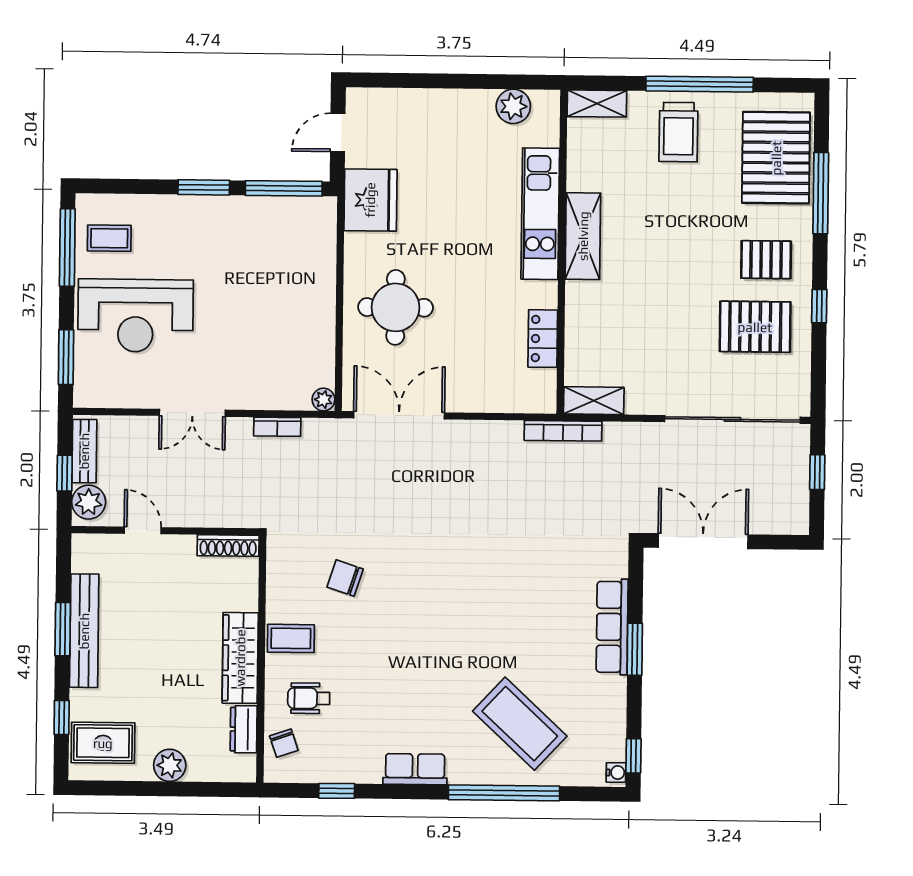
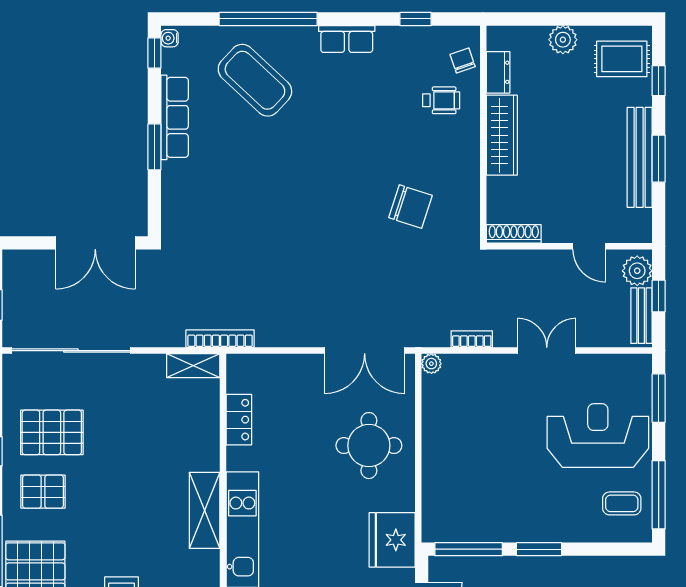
chair: (345, 578) -> (410, 207), width x1.37, depth x1.37
row of seats: (612, 627) -> (175, 117), moved
coffee table: (291, 638) -> (458, 153), removed

